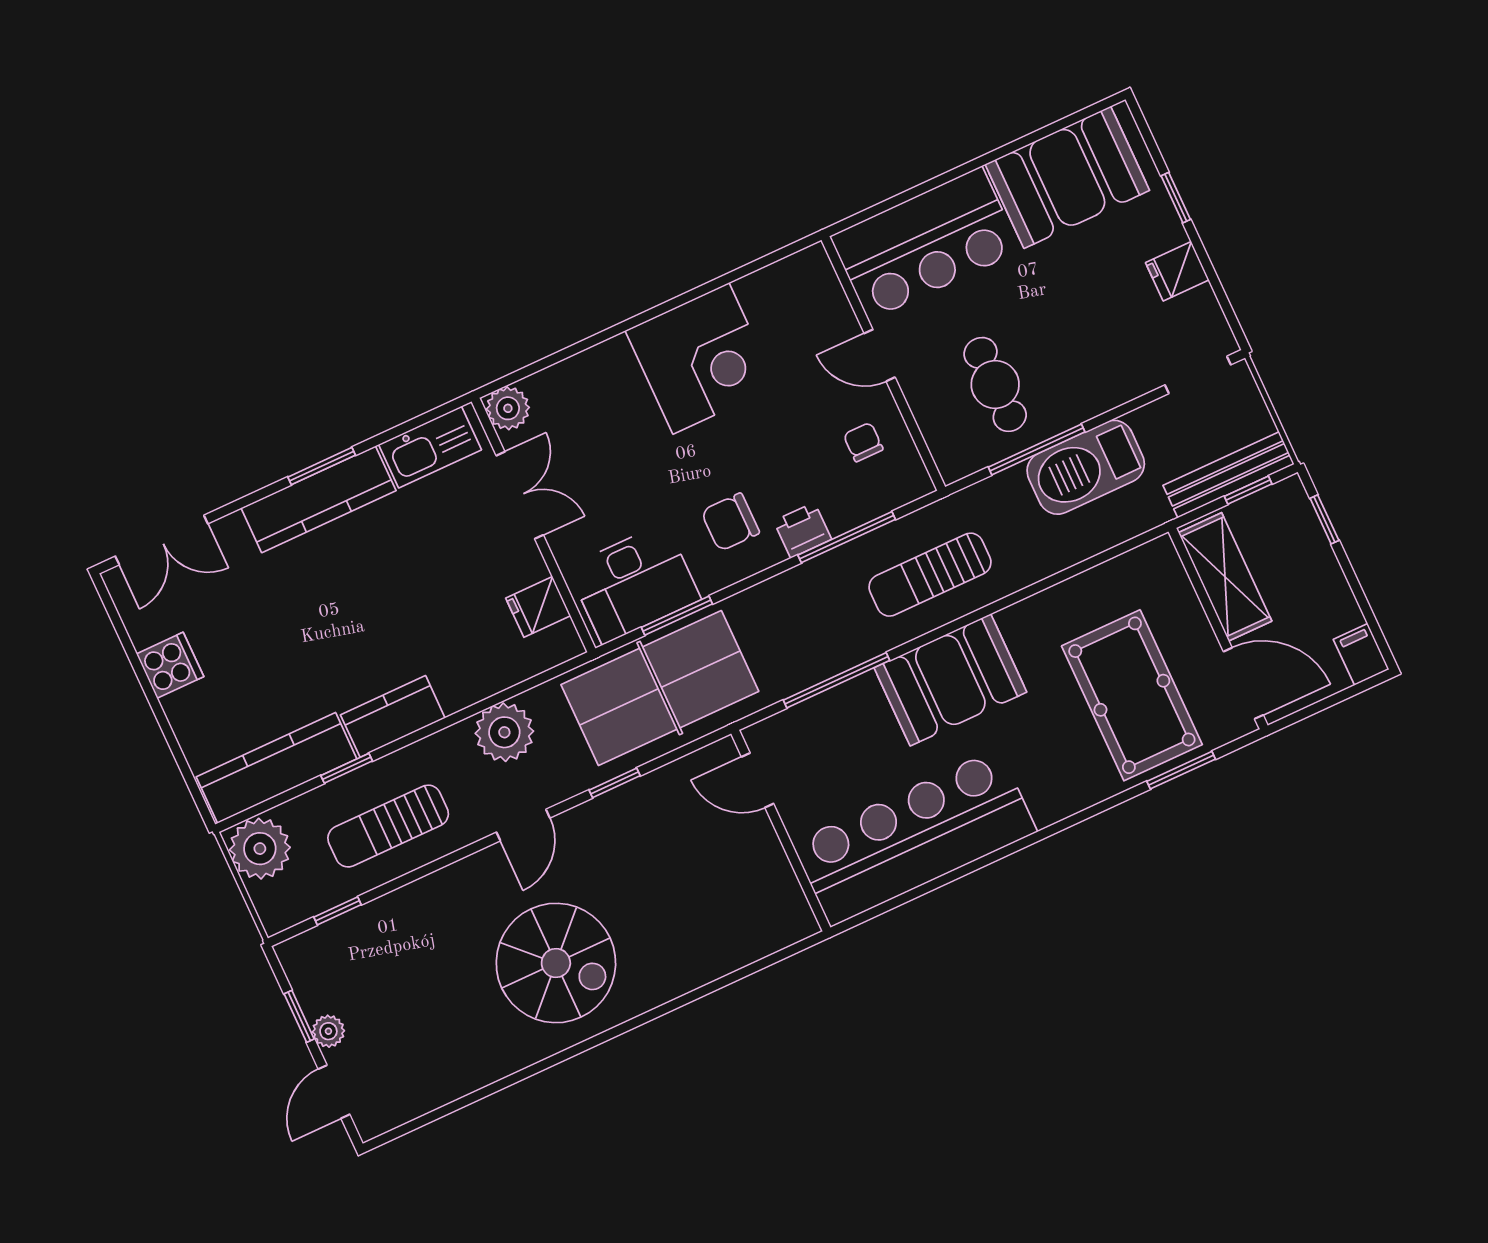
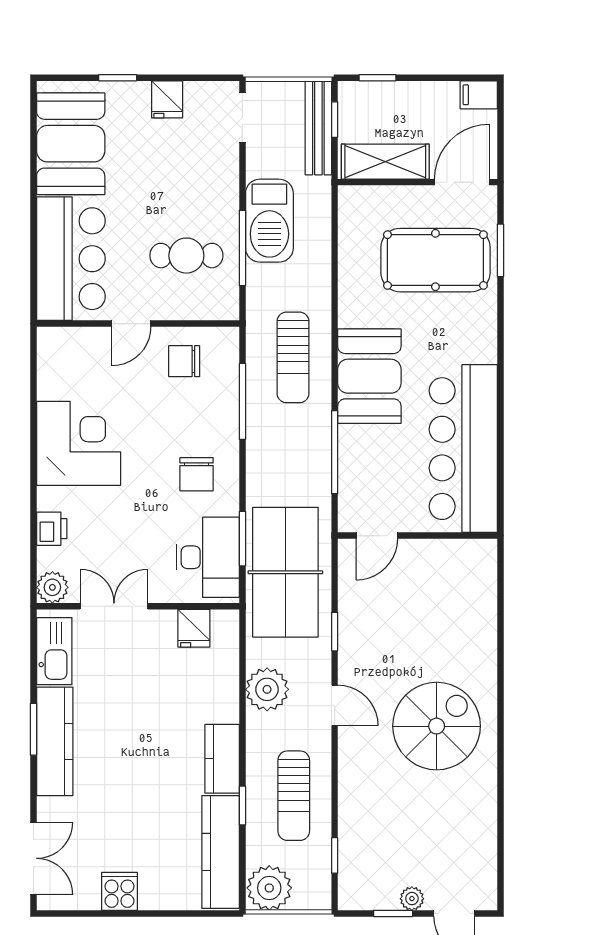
chair: (863, 442) -> (184, 361), width x1.37, depth x1.37
printer: (803, 530) -> (52, 529), moved, turned 180

